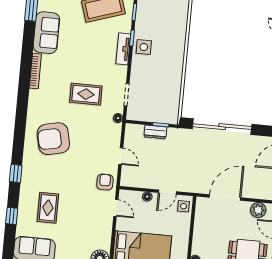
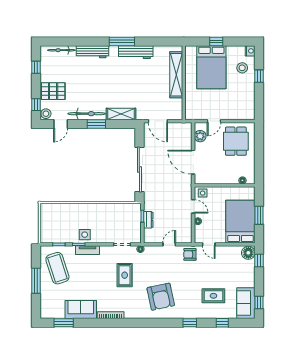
door: (116, 208) -> (209, 244), swing flipped

